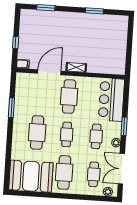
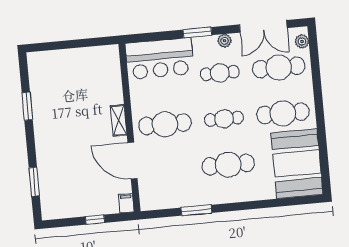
cafe table: (94, 174) -> (279, 67), width x1.37, depth x1.35

